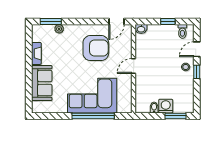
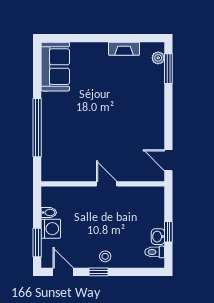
plant: (59, 29) -> (158, 58), moved
washbasin: (141, 29) -> (158, 237), moved
armchair: (96, 48) -> (132, 131), removed
door: (197, 49) -> (63, 272), moved
sofa: (42, 83) -> (55, 67), moved, turned -90
corner sofa: (92, 96) -> (65, 126), removed

